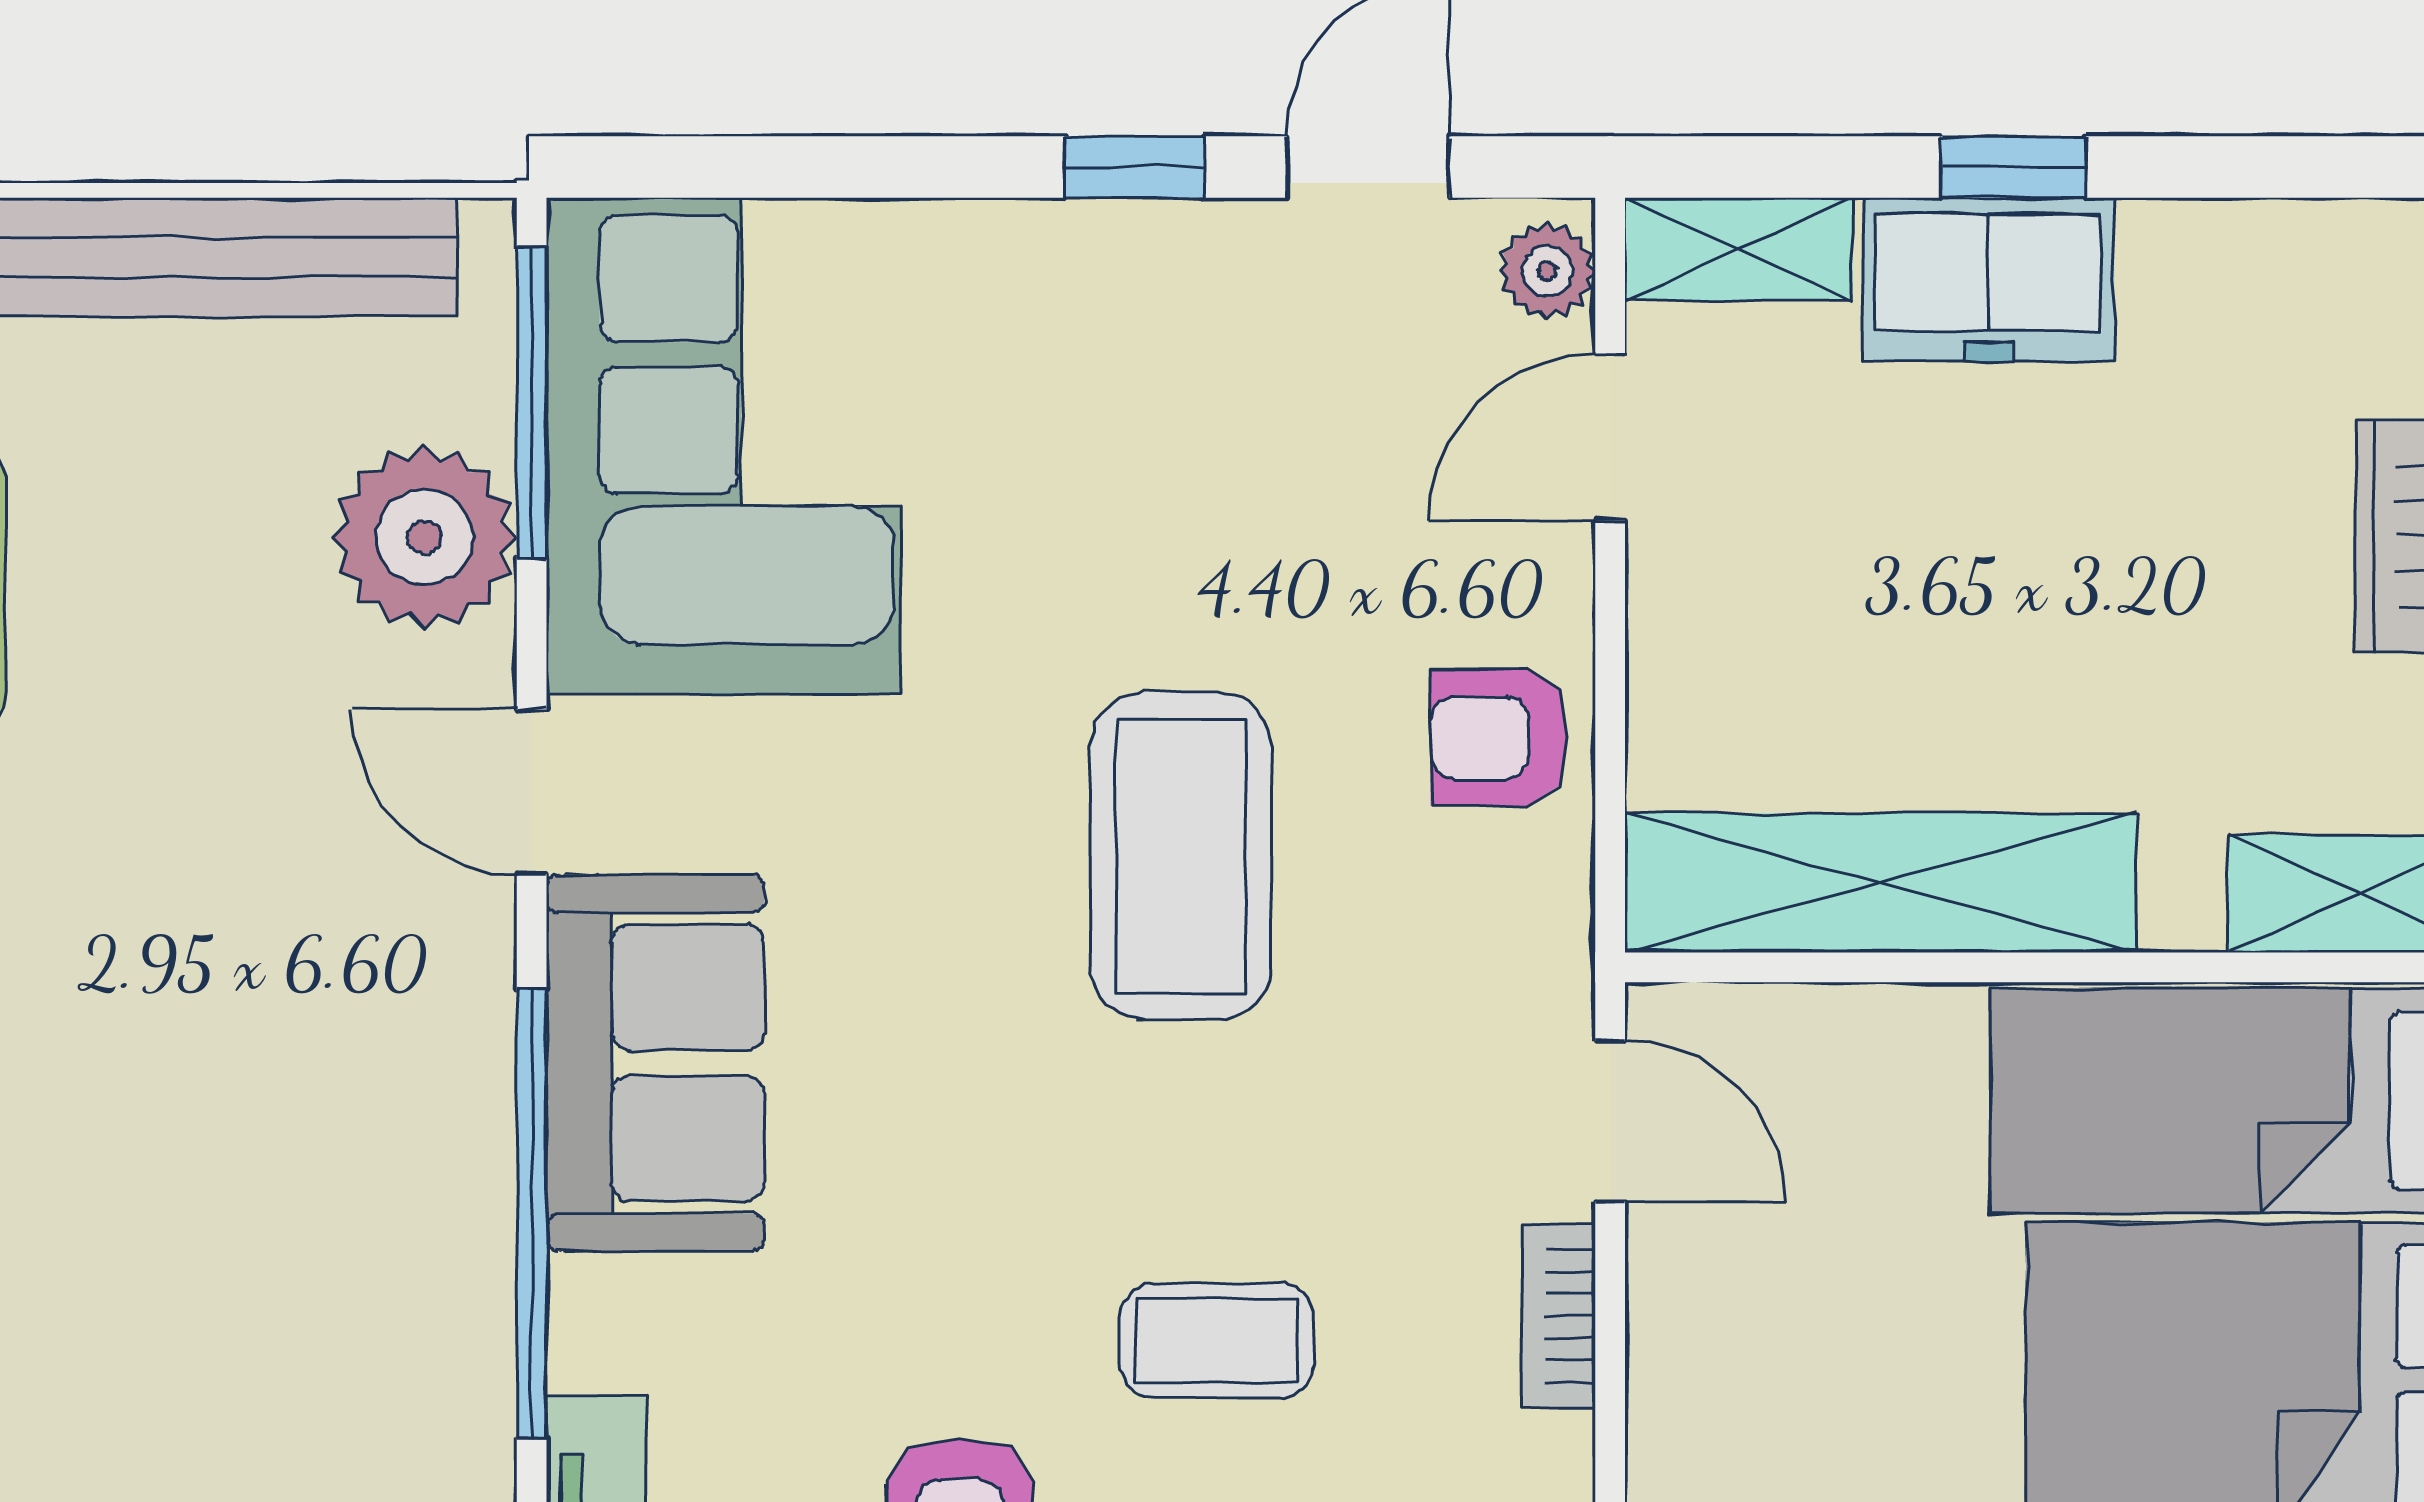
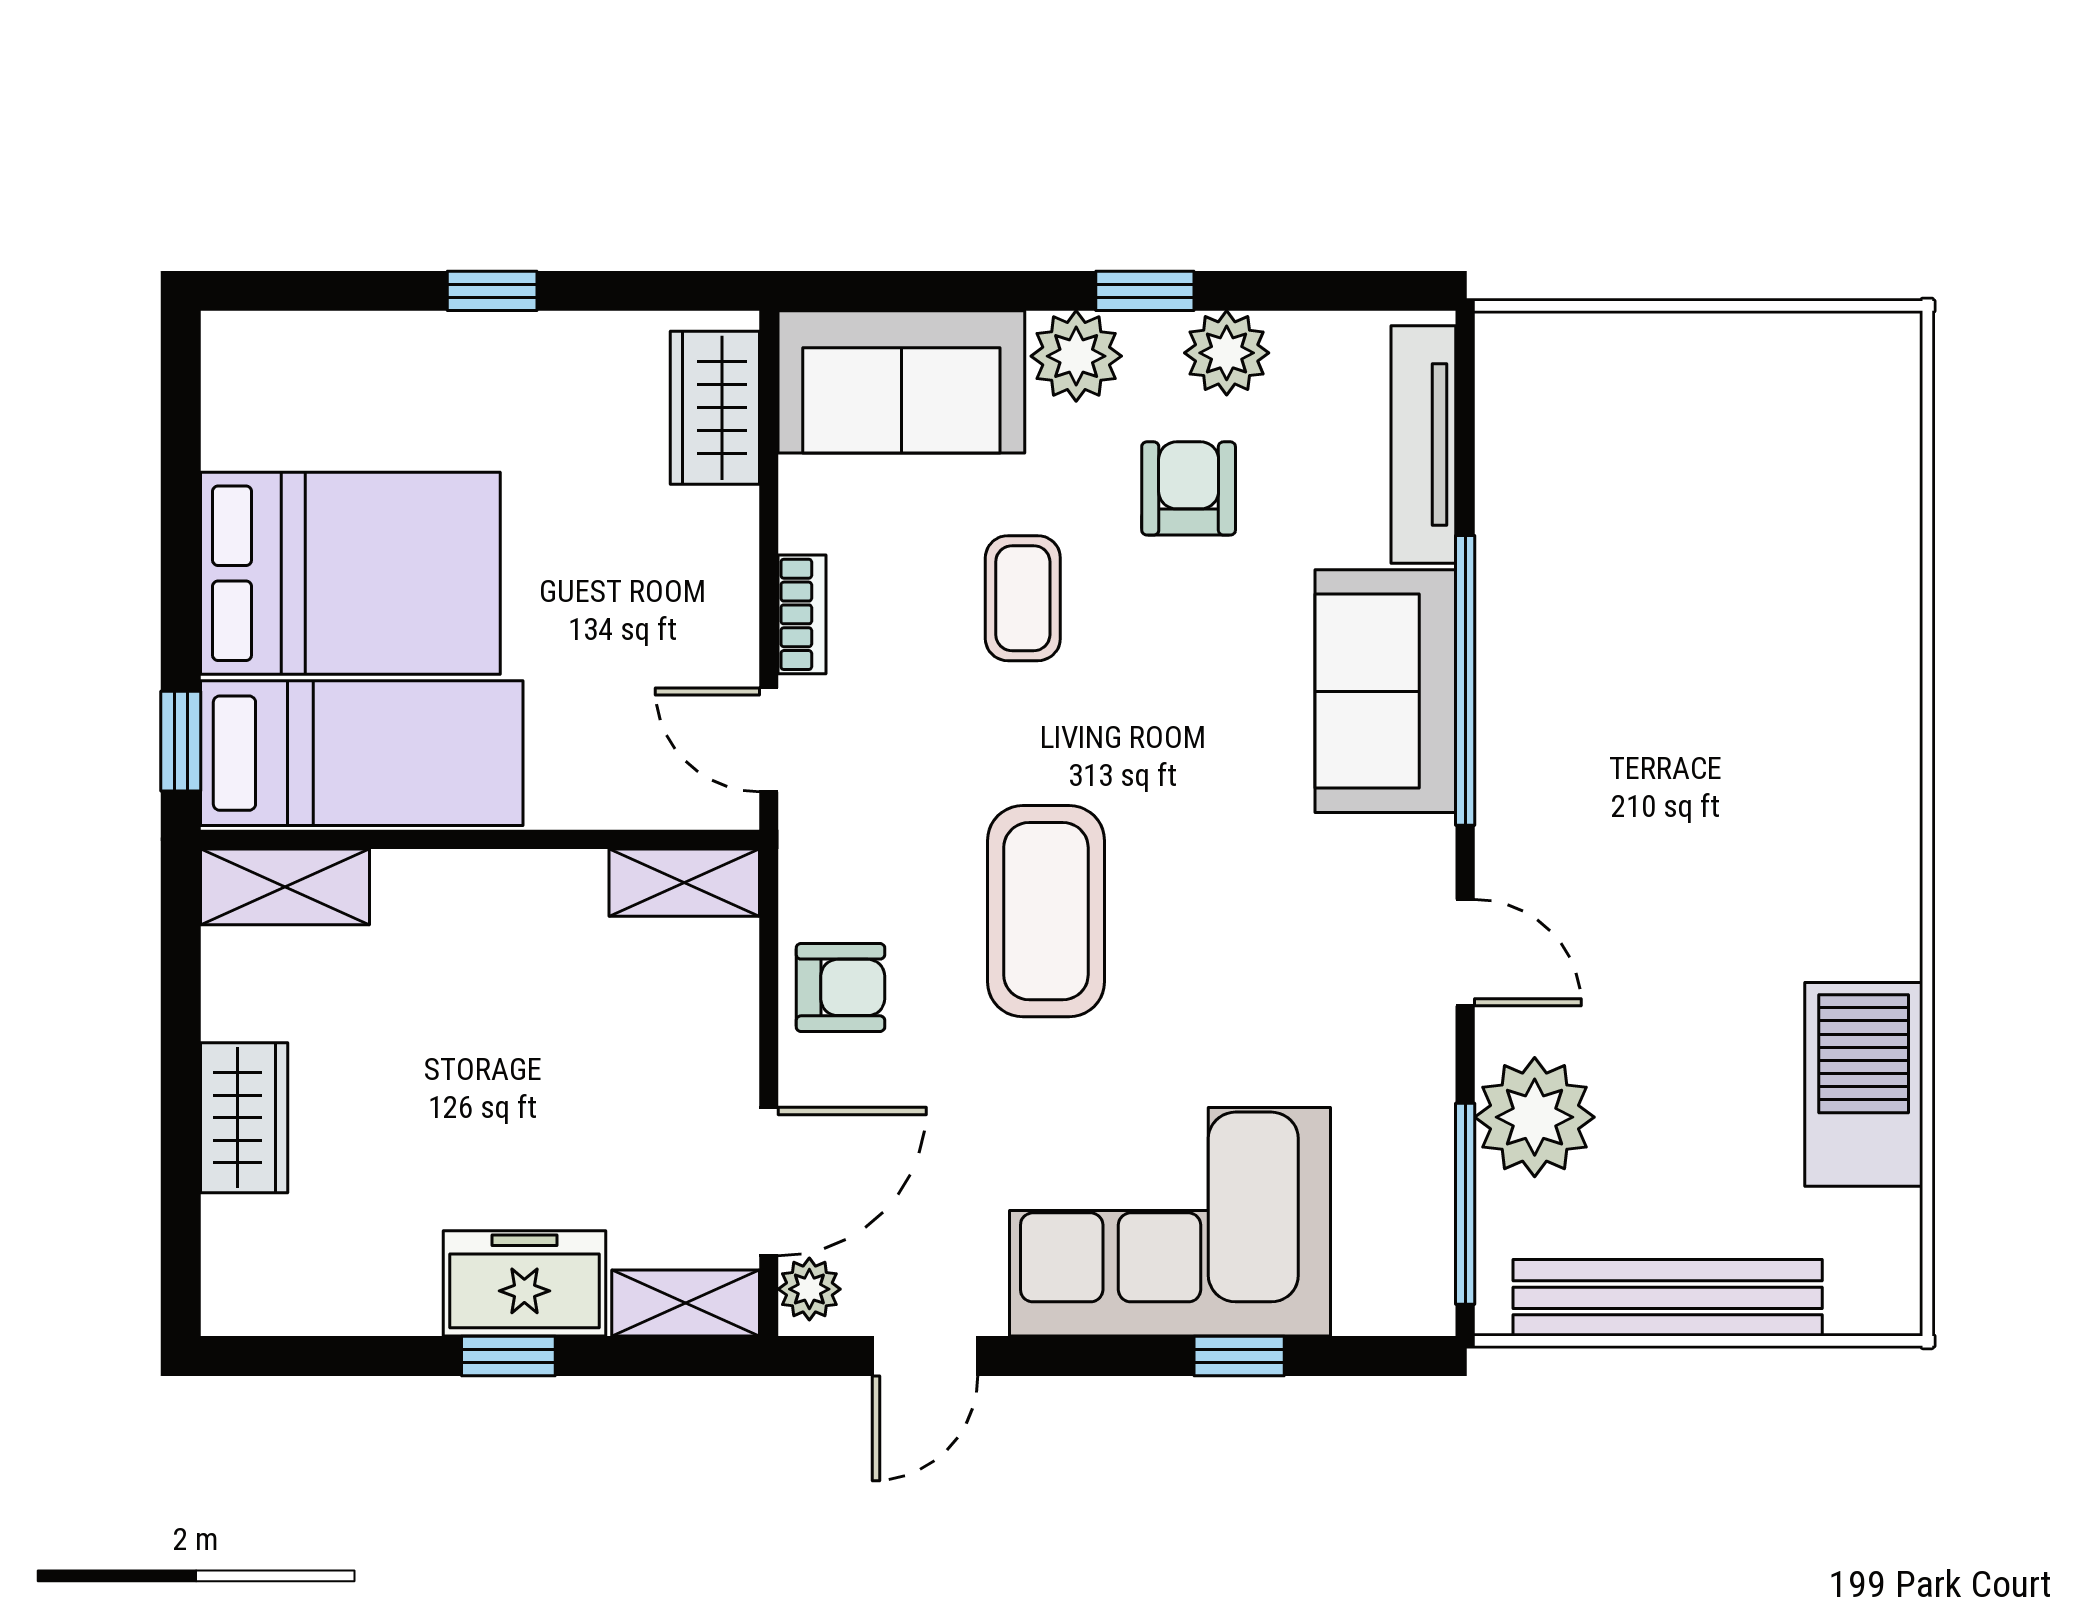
window: (1134, 167) -> (1239, 1356), moved
door: (1610, 437) -> (769, 1182), width x1.37
corner sofa: (724, 446) -> (1170, 1222), moved, turned 90
shelving: (1881, 883) -> (684, 883), width x0.45, depth x0.75
sofa: (655, 1063) -> (1385, 691), moved
coffee table: (1217, 1341) -> (1023, 598), turned 90

